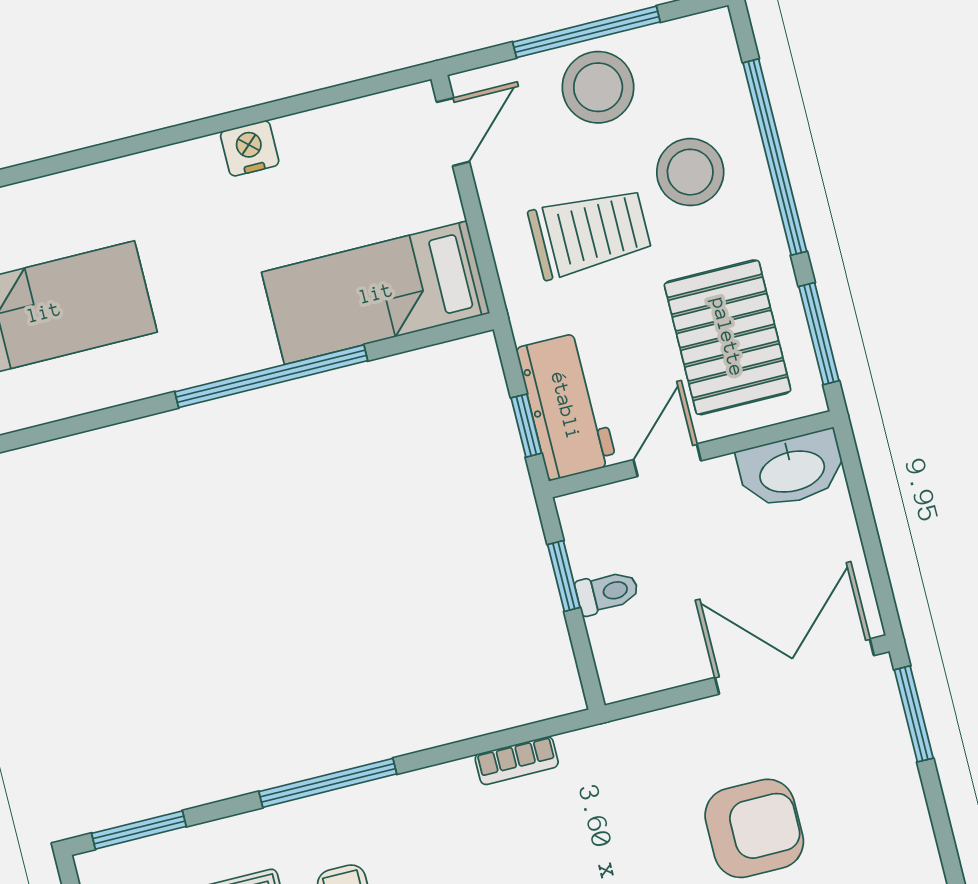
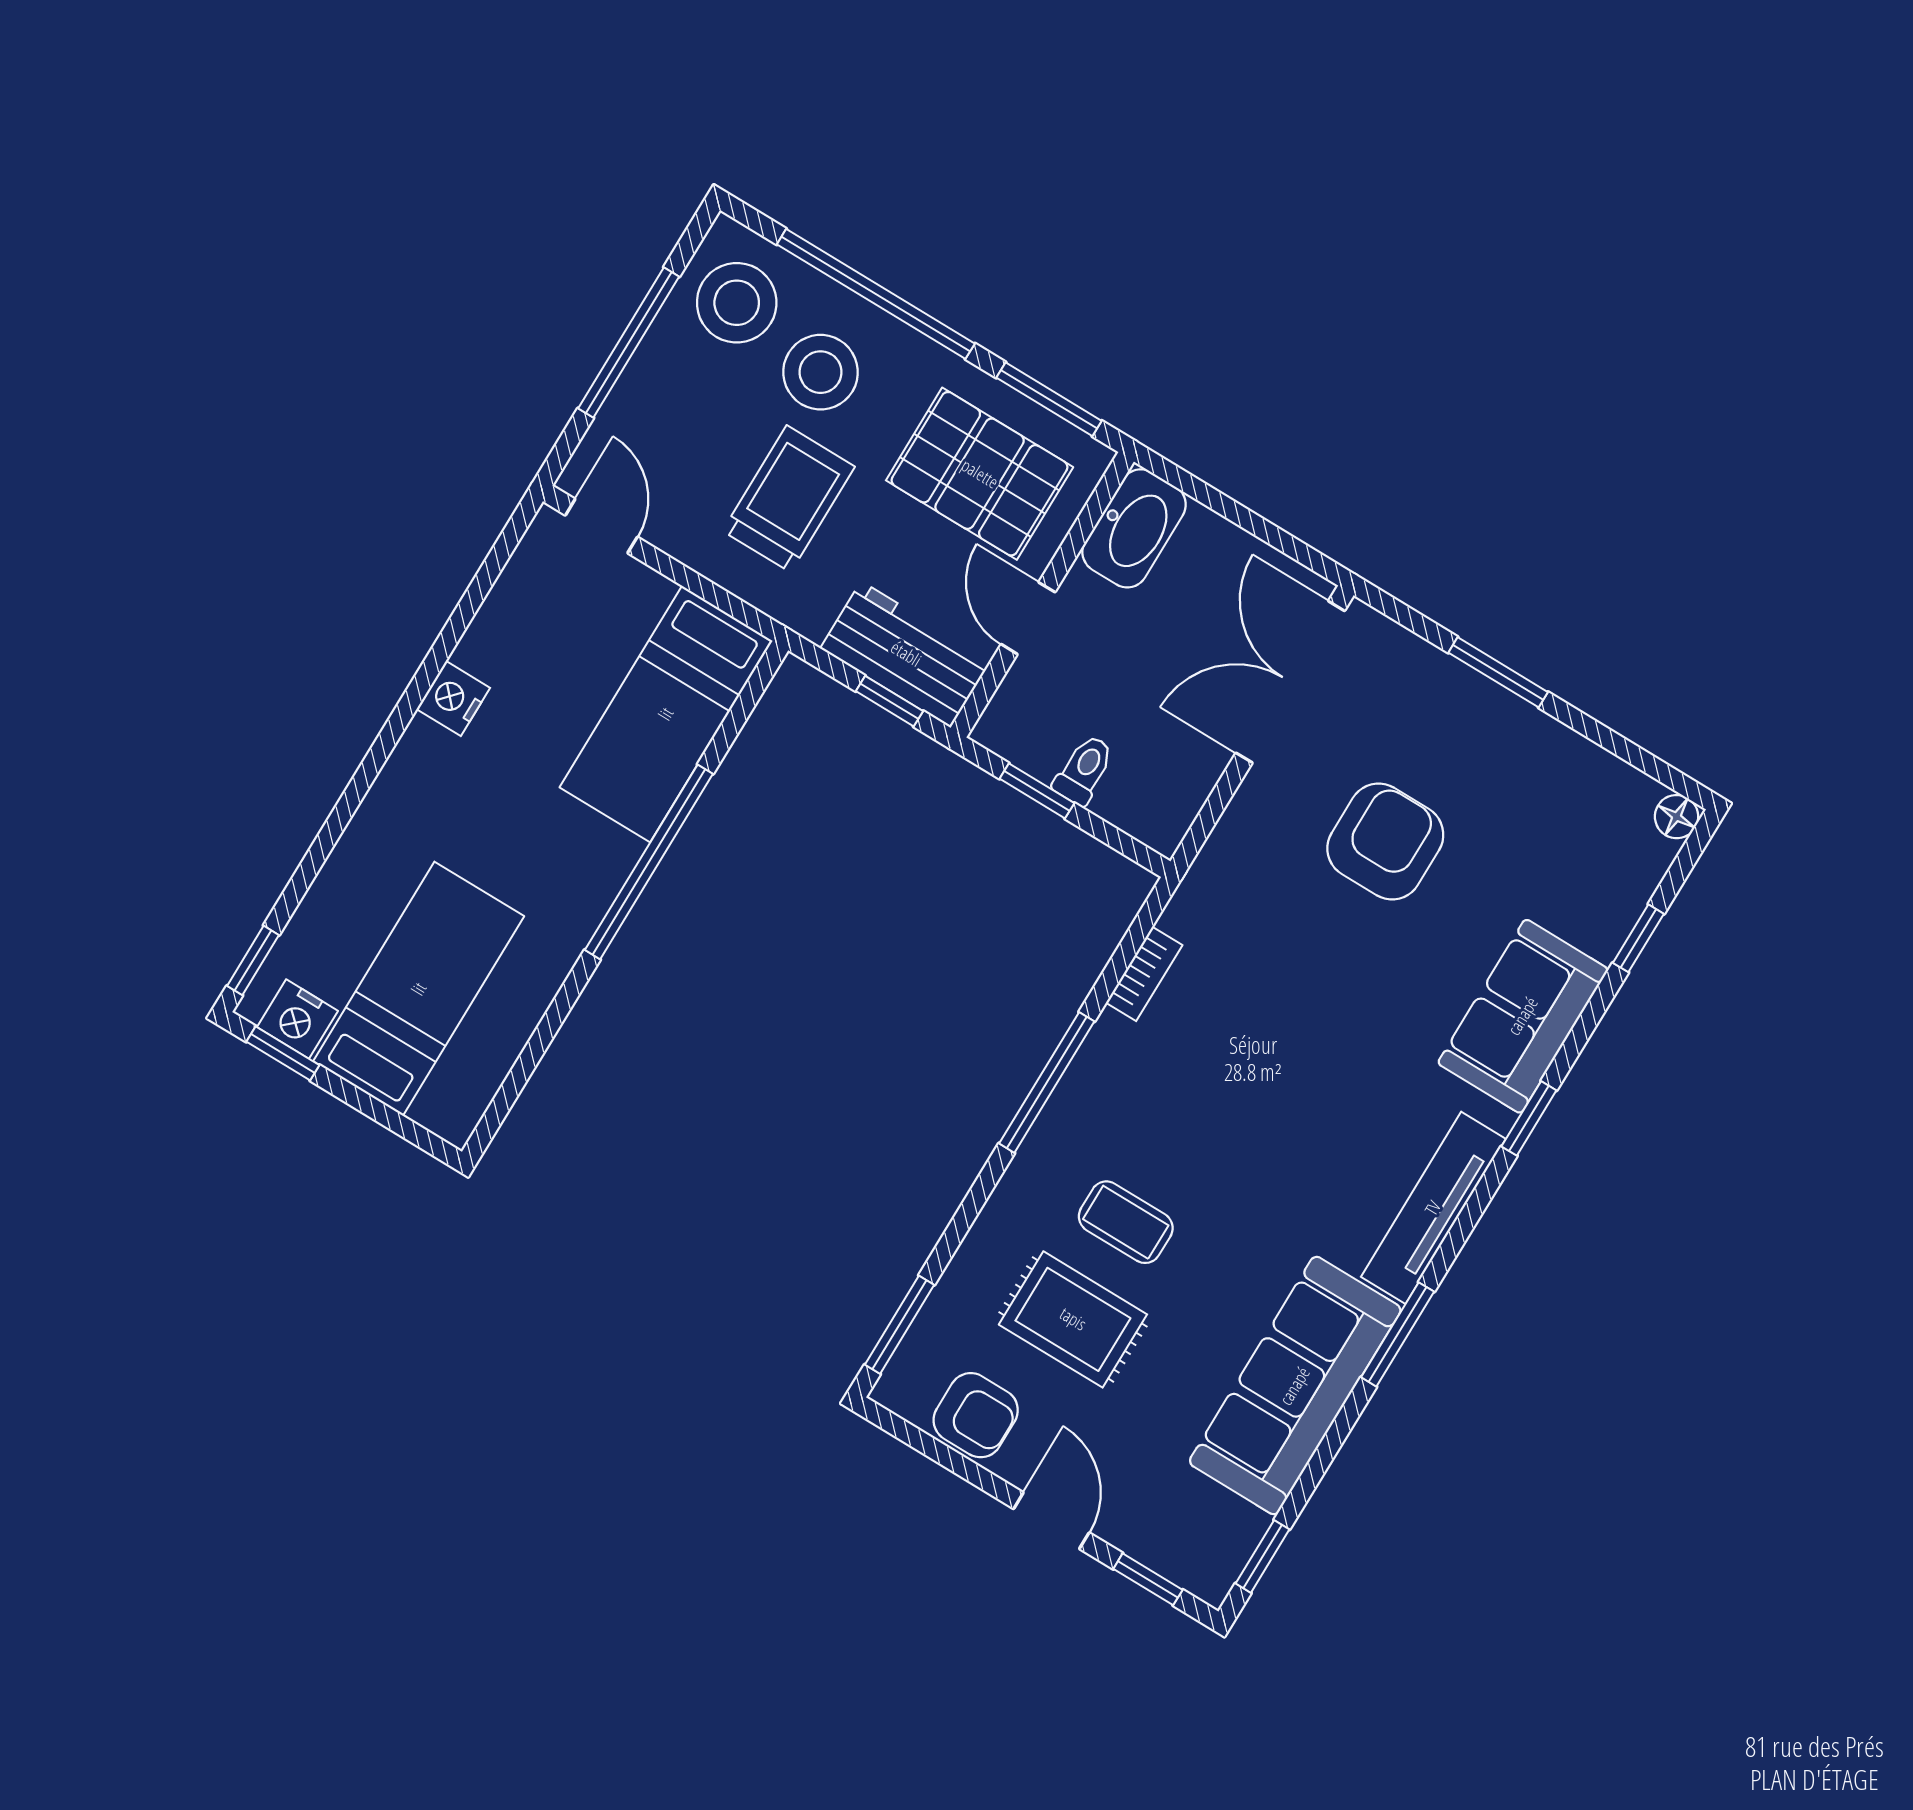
stool: (598, 87) -> (737, 303), moved
window: (914, 714) -> (1498, 672), moved
window: (328, 783) -> (1047, 1082), moved

